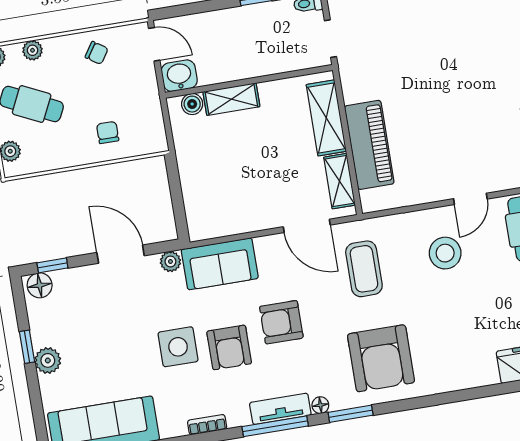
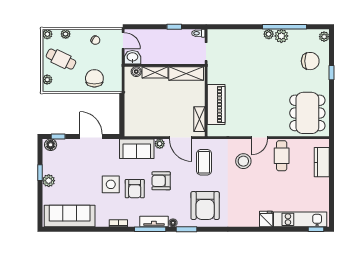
shelving: (326, 118) -> (186, 73), moved, turned 90
chair: (108, 132) -> (94, 78), width x1.87, depth x1.87
plant: (170, 261) -> (160, 144), moved

